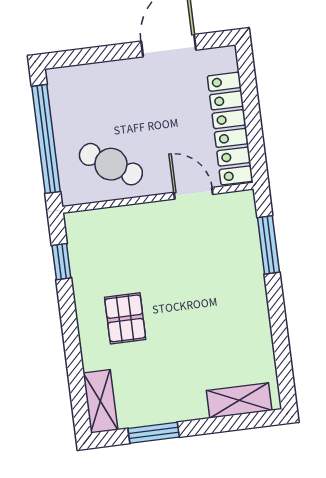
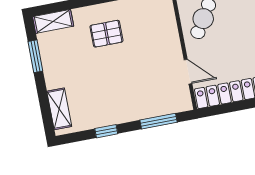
door: (193, 193) -> (188, 72), hinge flipped
window: (279, 328) -> (106, 131), added

